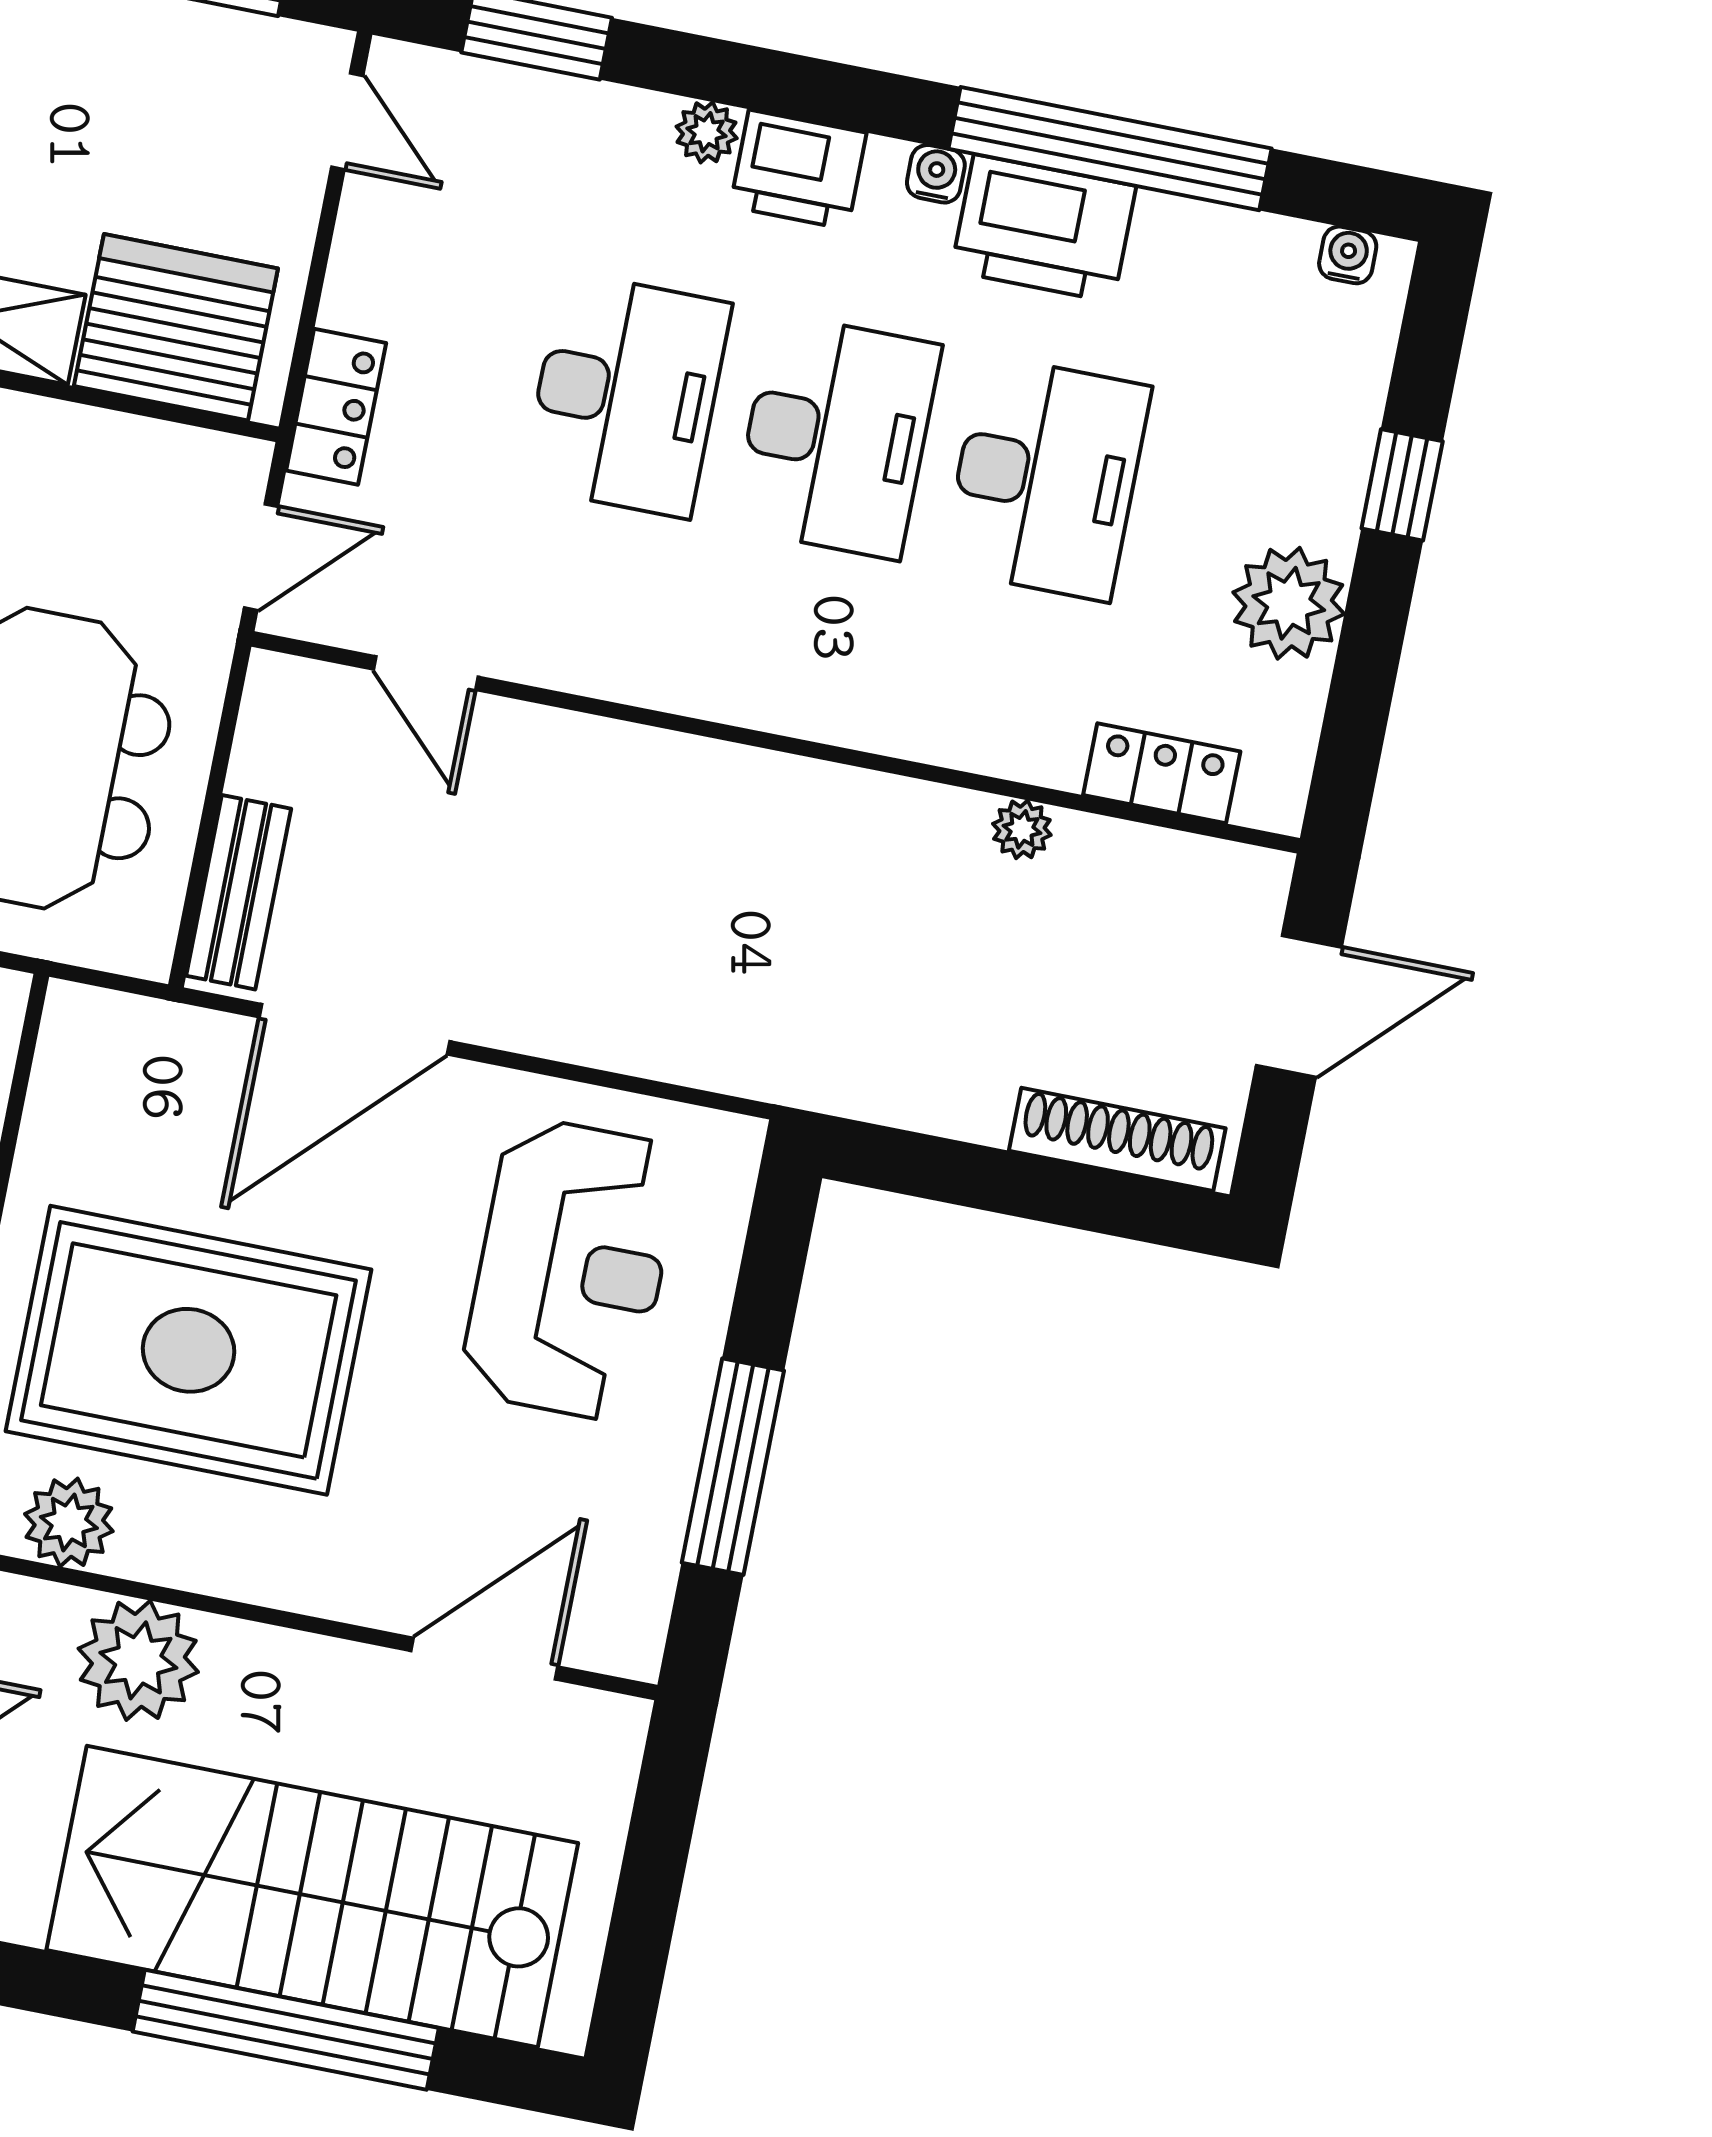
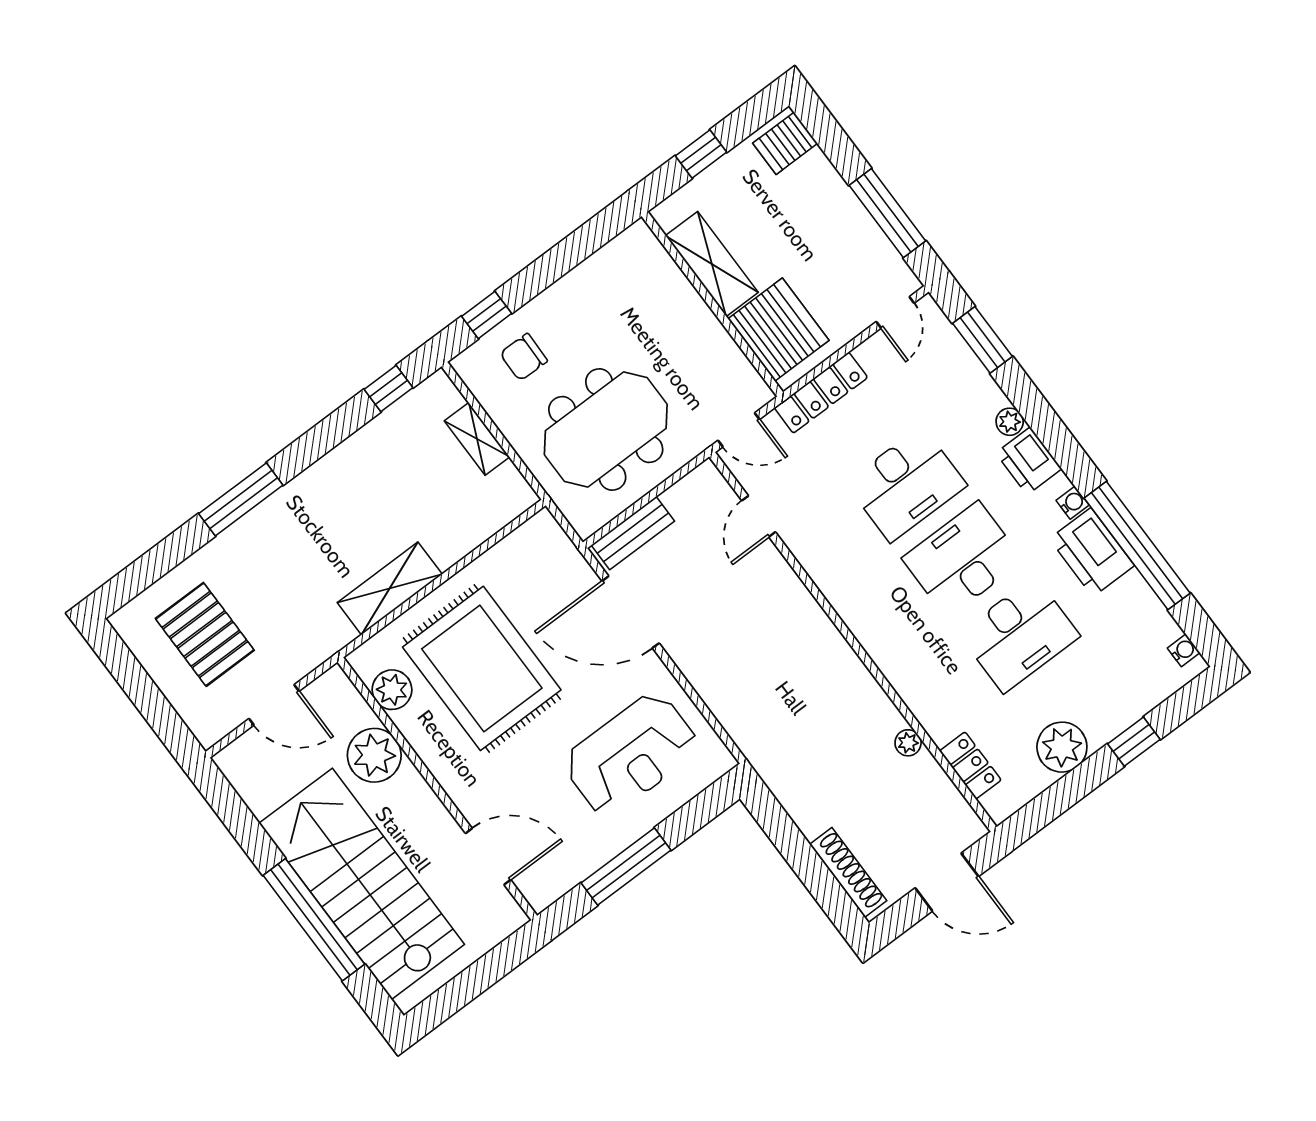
locker: (336, 407) -> (821, 393), width x1.53
desk: (836, 436) -> (963, 559), turned 180

